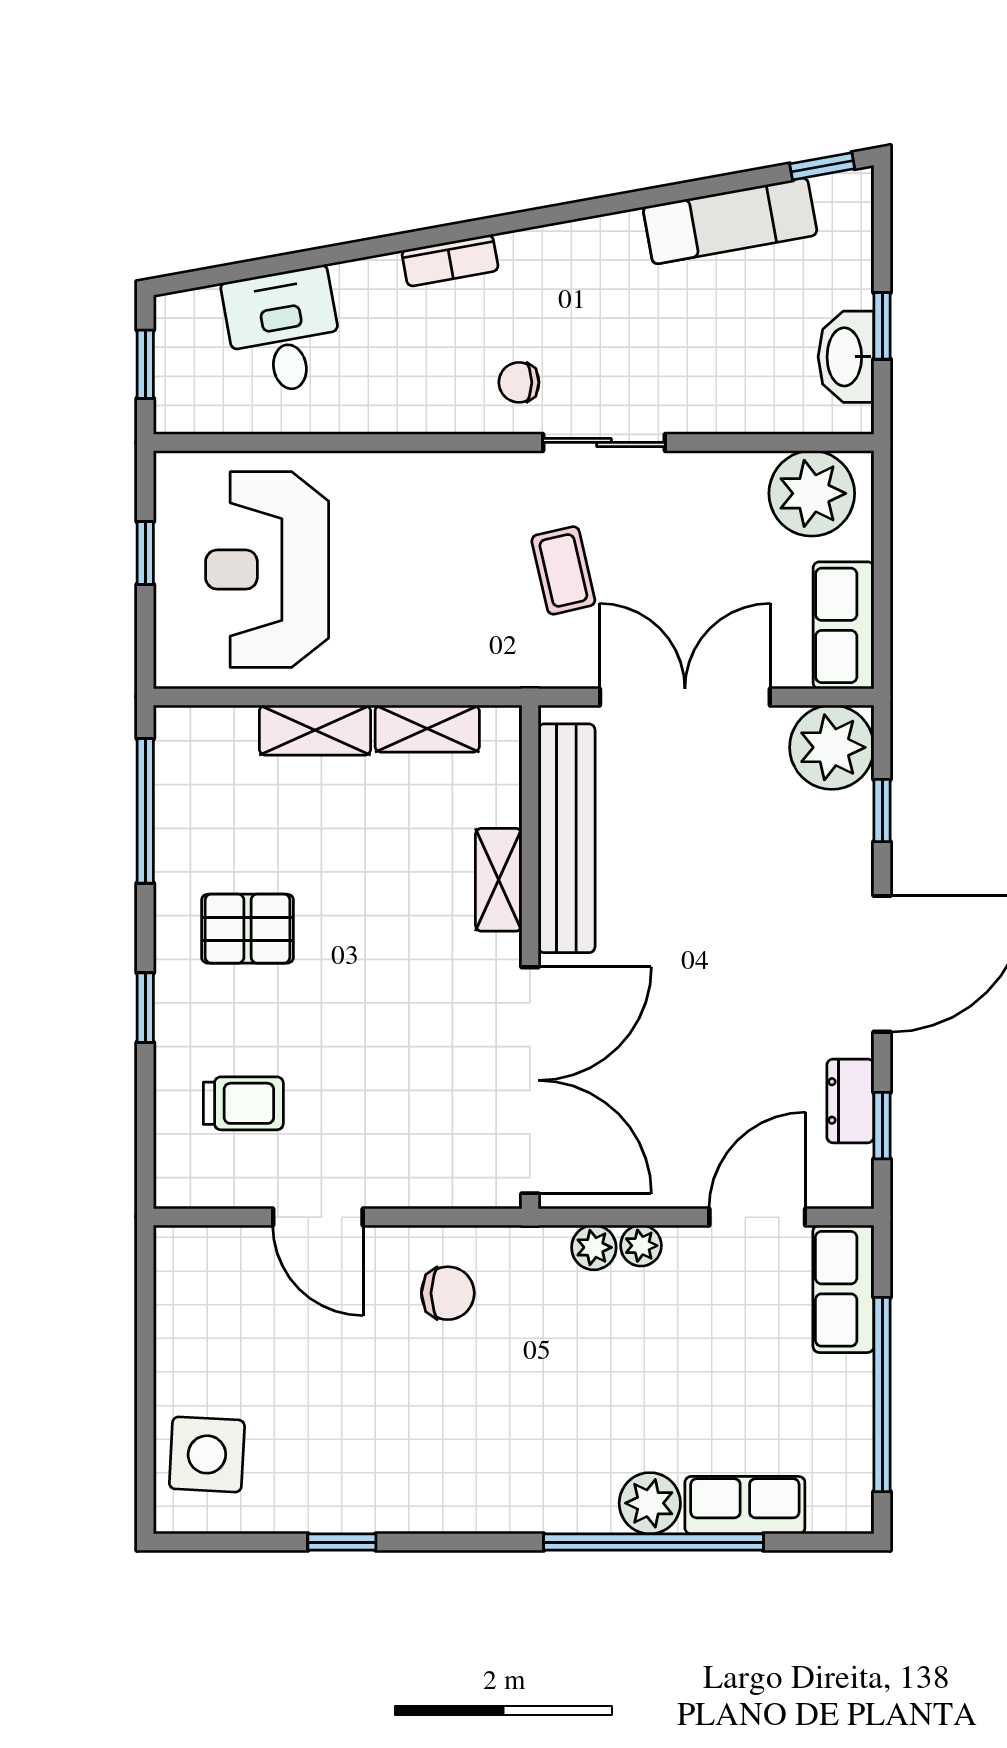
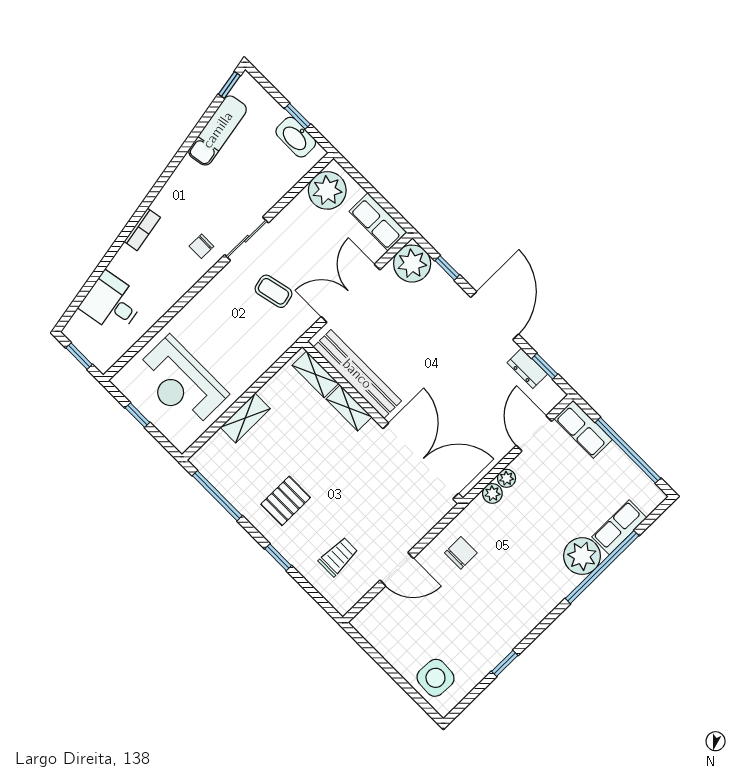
shelving: (427, 729) -> (315, 374), moved, turned 90
plant: (650, 1503) -> (582, 556), width x1.36, depth x1.36

